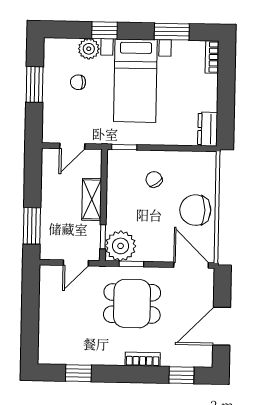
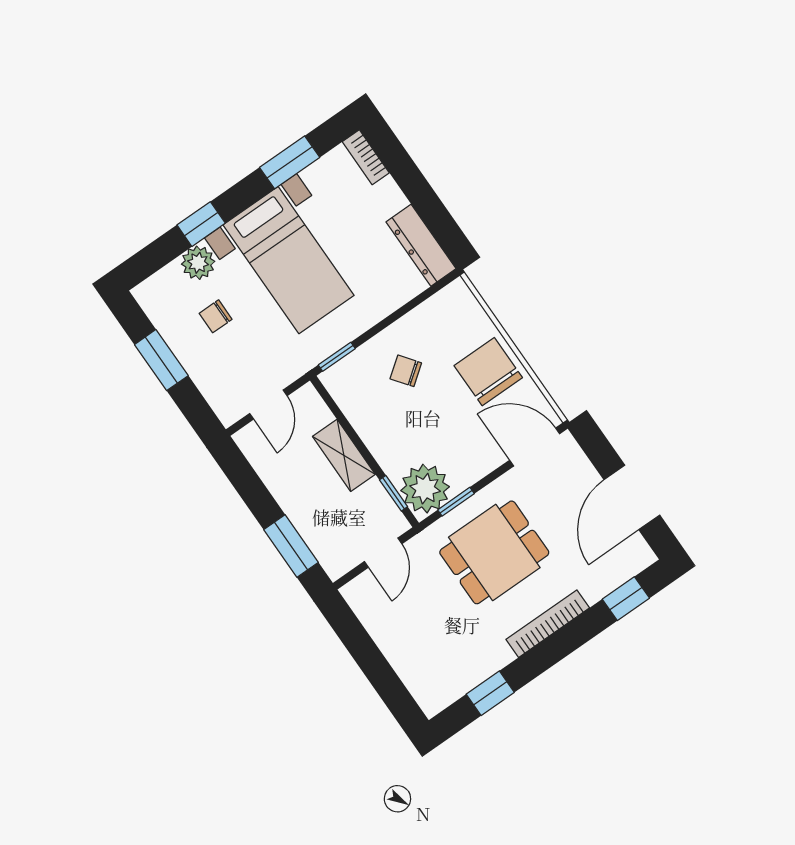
dresser: (208, 129) -> (421, 245), width x1.44
chair: (195, 210) -> (488, 372), turned 90
bookcase: (143, 359) -> (548, 624), width x1.56

